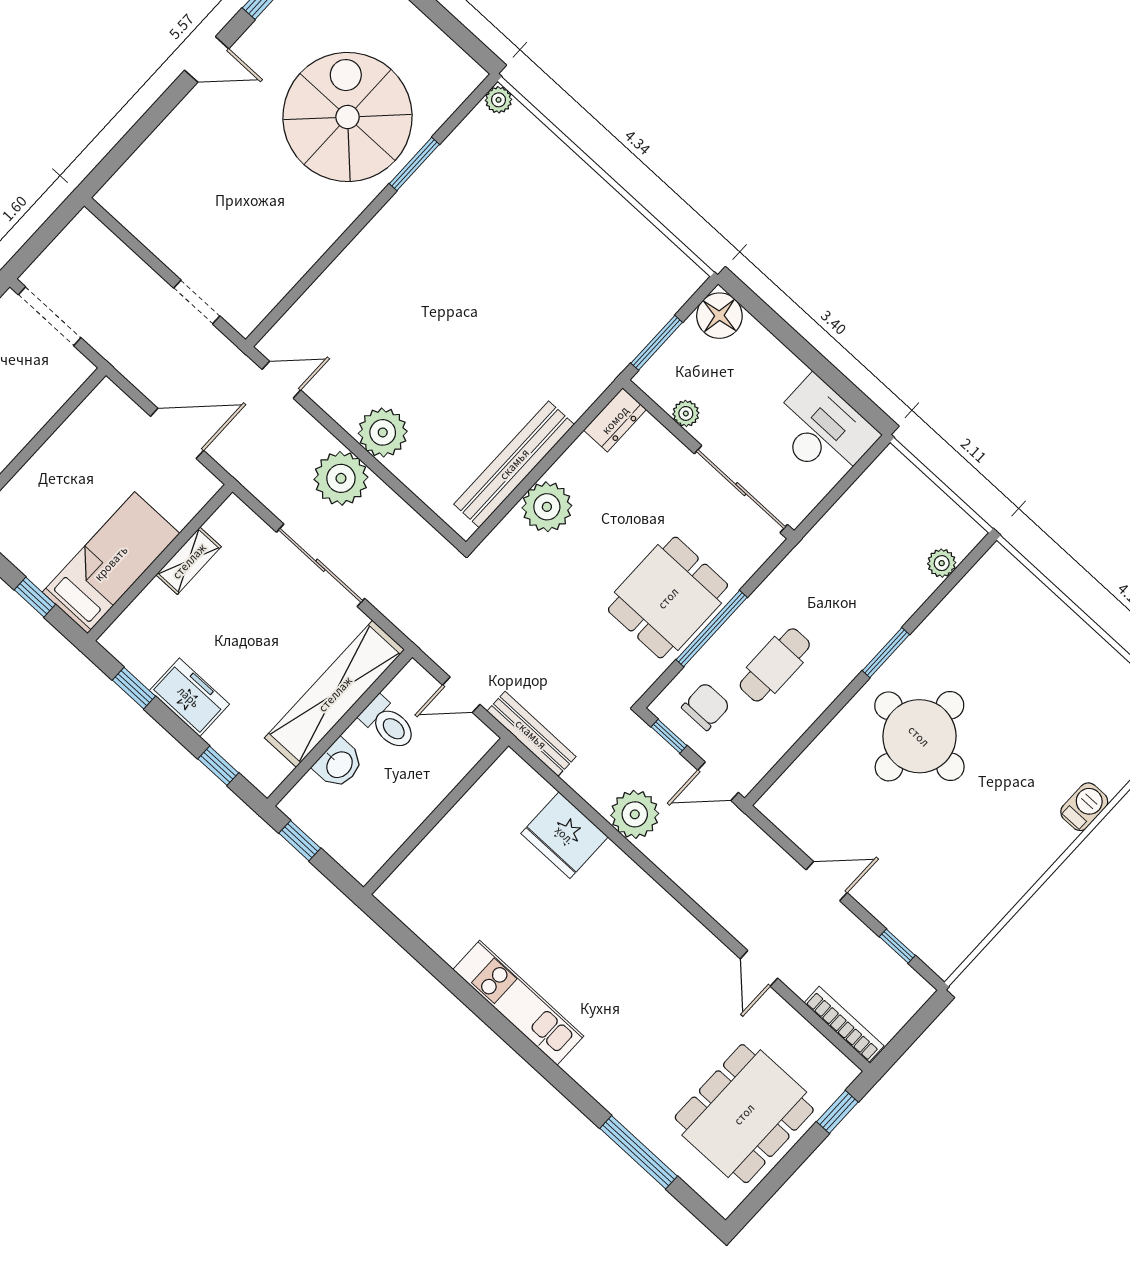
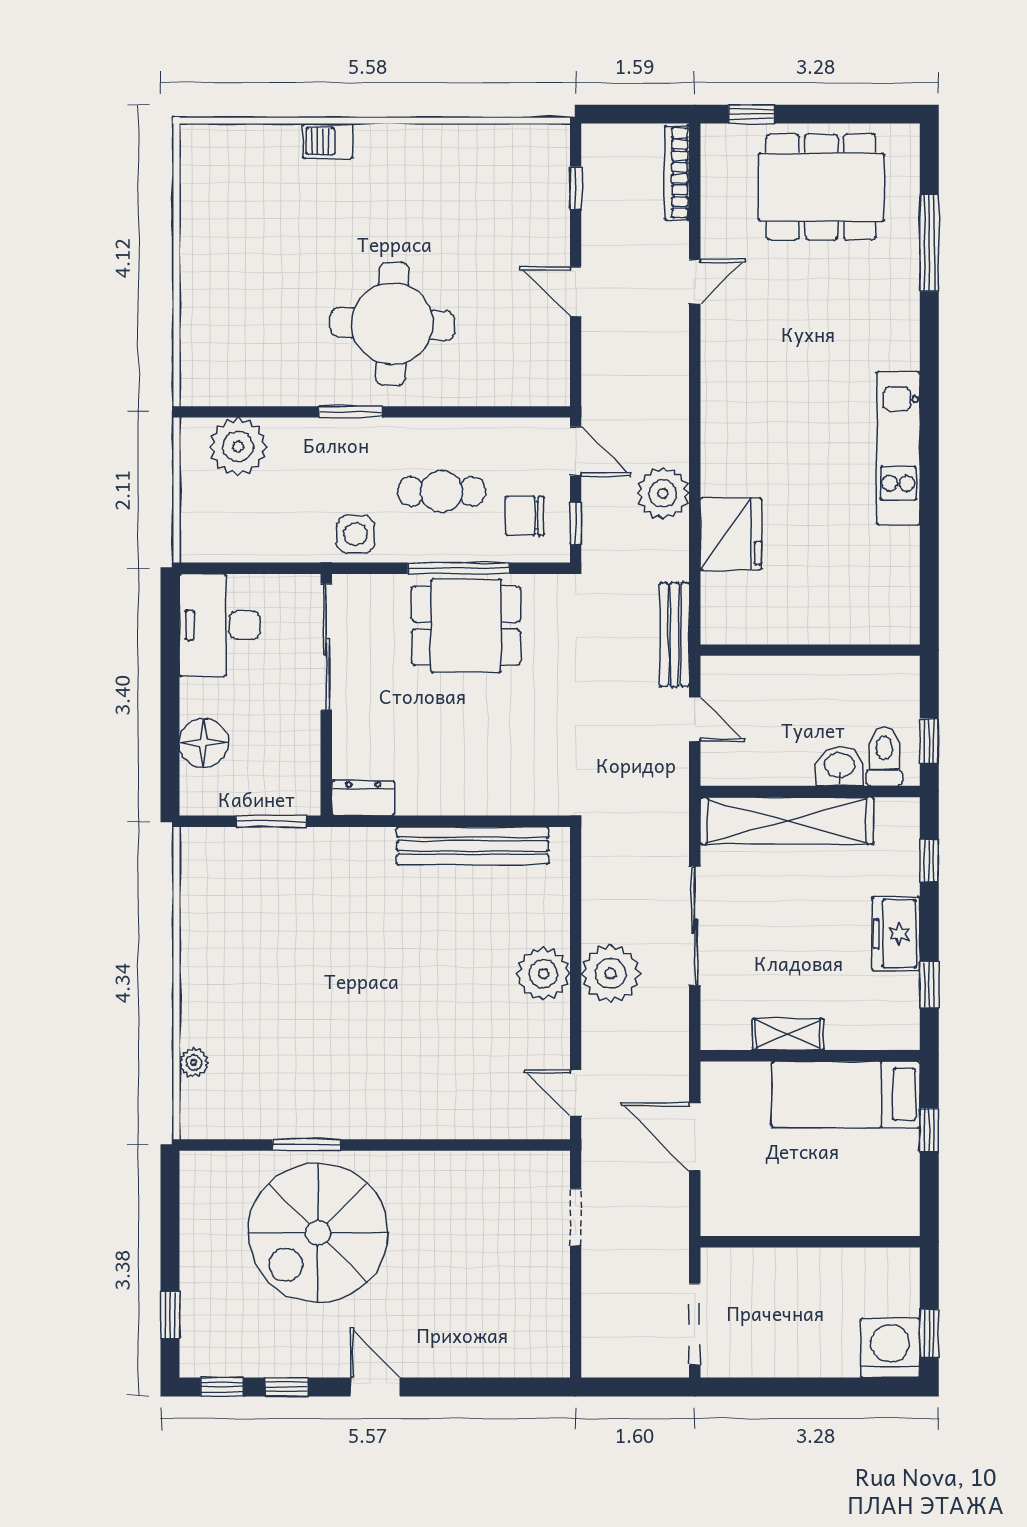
plant: (499, 100) -> (194, 1062), moved
floor lamp: (719, 316) -> (204, 743), moved
plant: (686, 413) -> (306, 746), removed
plant: (547, 507) -> (482, 789), removed
plant: (942, 563) -> (238, 446), width x1.88, depth x1.88
side table: (799, 580) -> (355, 534), added
toilet: (388, 724) -> (884, 756), moved

